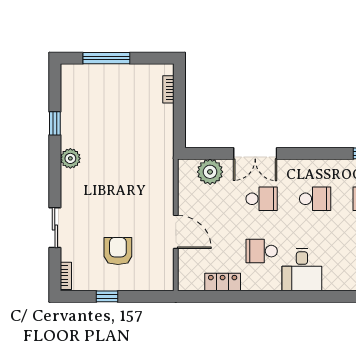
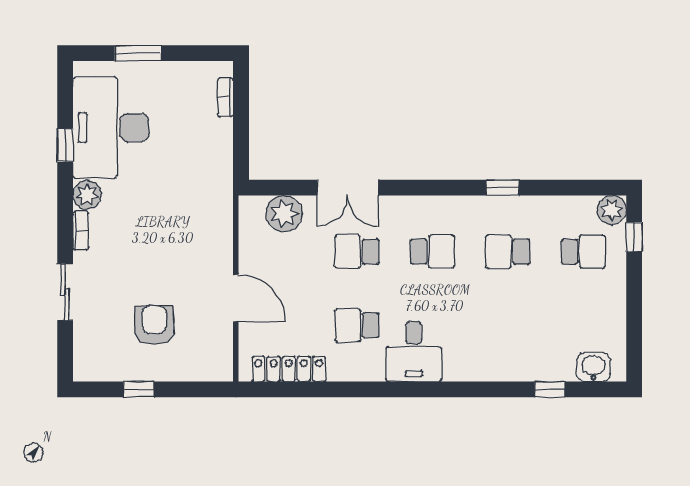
window: (106, 58) -> (138, 53), width x0.69
desk: (87, 111) -> (111, 128), added
school desk: (262, 199) -> (357, 252), turned 180
bookcase: (66, 276) -> (81, 230), moved
locker: (223, 282) -> (289, 369), width x1.53

